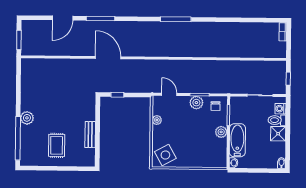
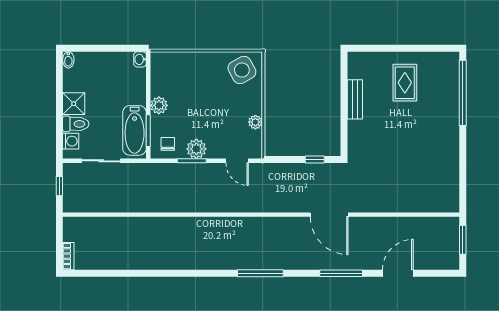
window: (176, 19) -> (260, 273), moved
plant: (27, 118) -> (450, 123), removed
bathtub: (237, 140) -> (135, 130), moved

